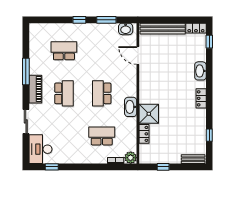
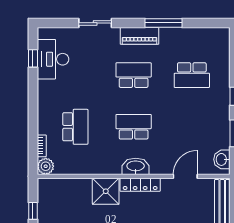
school desk: (64, 51) -> (192, 75), turned 90
school desk: (64, 93) -> (134, 75), turned 180
washbasin: (131, 107) -> (136, 166), moved
locker: (144, 134) -> (140, 185), moved, width x1.53
desk: (40, 149) -> (53, 59), moved, turned -90

